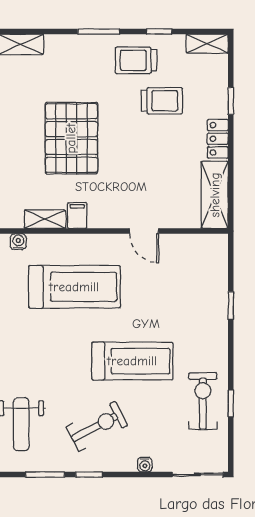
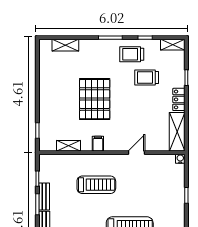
trolley: (162, 101) -> (147, 78), turned 180
shelving: (45, 219) -> (69, 146), moved
door: (144, 231) -> (136, 153), swing flipped
water cooler: (18, 242) -> (180, 159), moved
treadmill: (74, 287) -> (96, 185), width x0.73, depth x0.73

